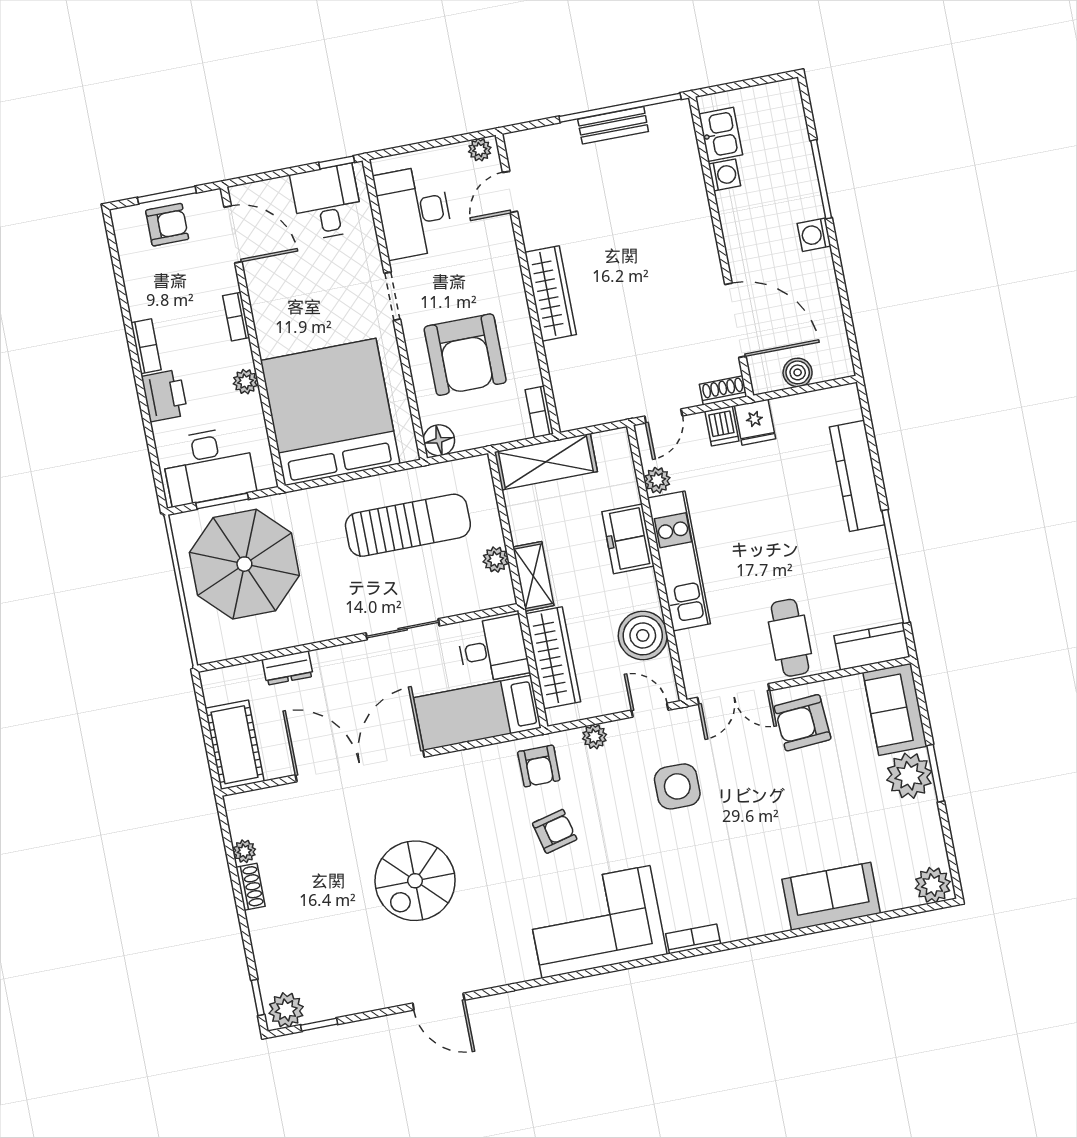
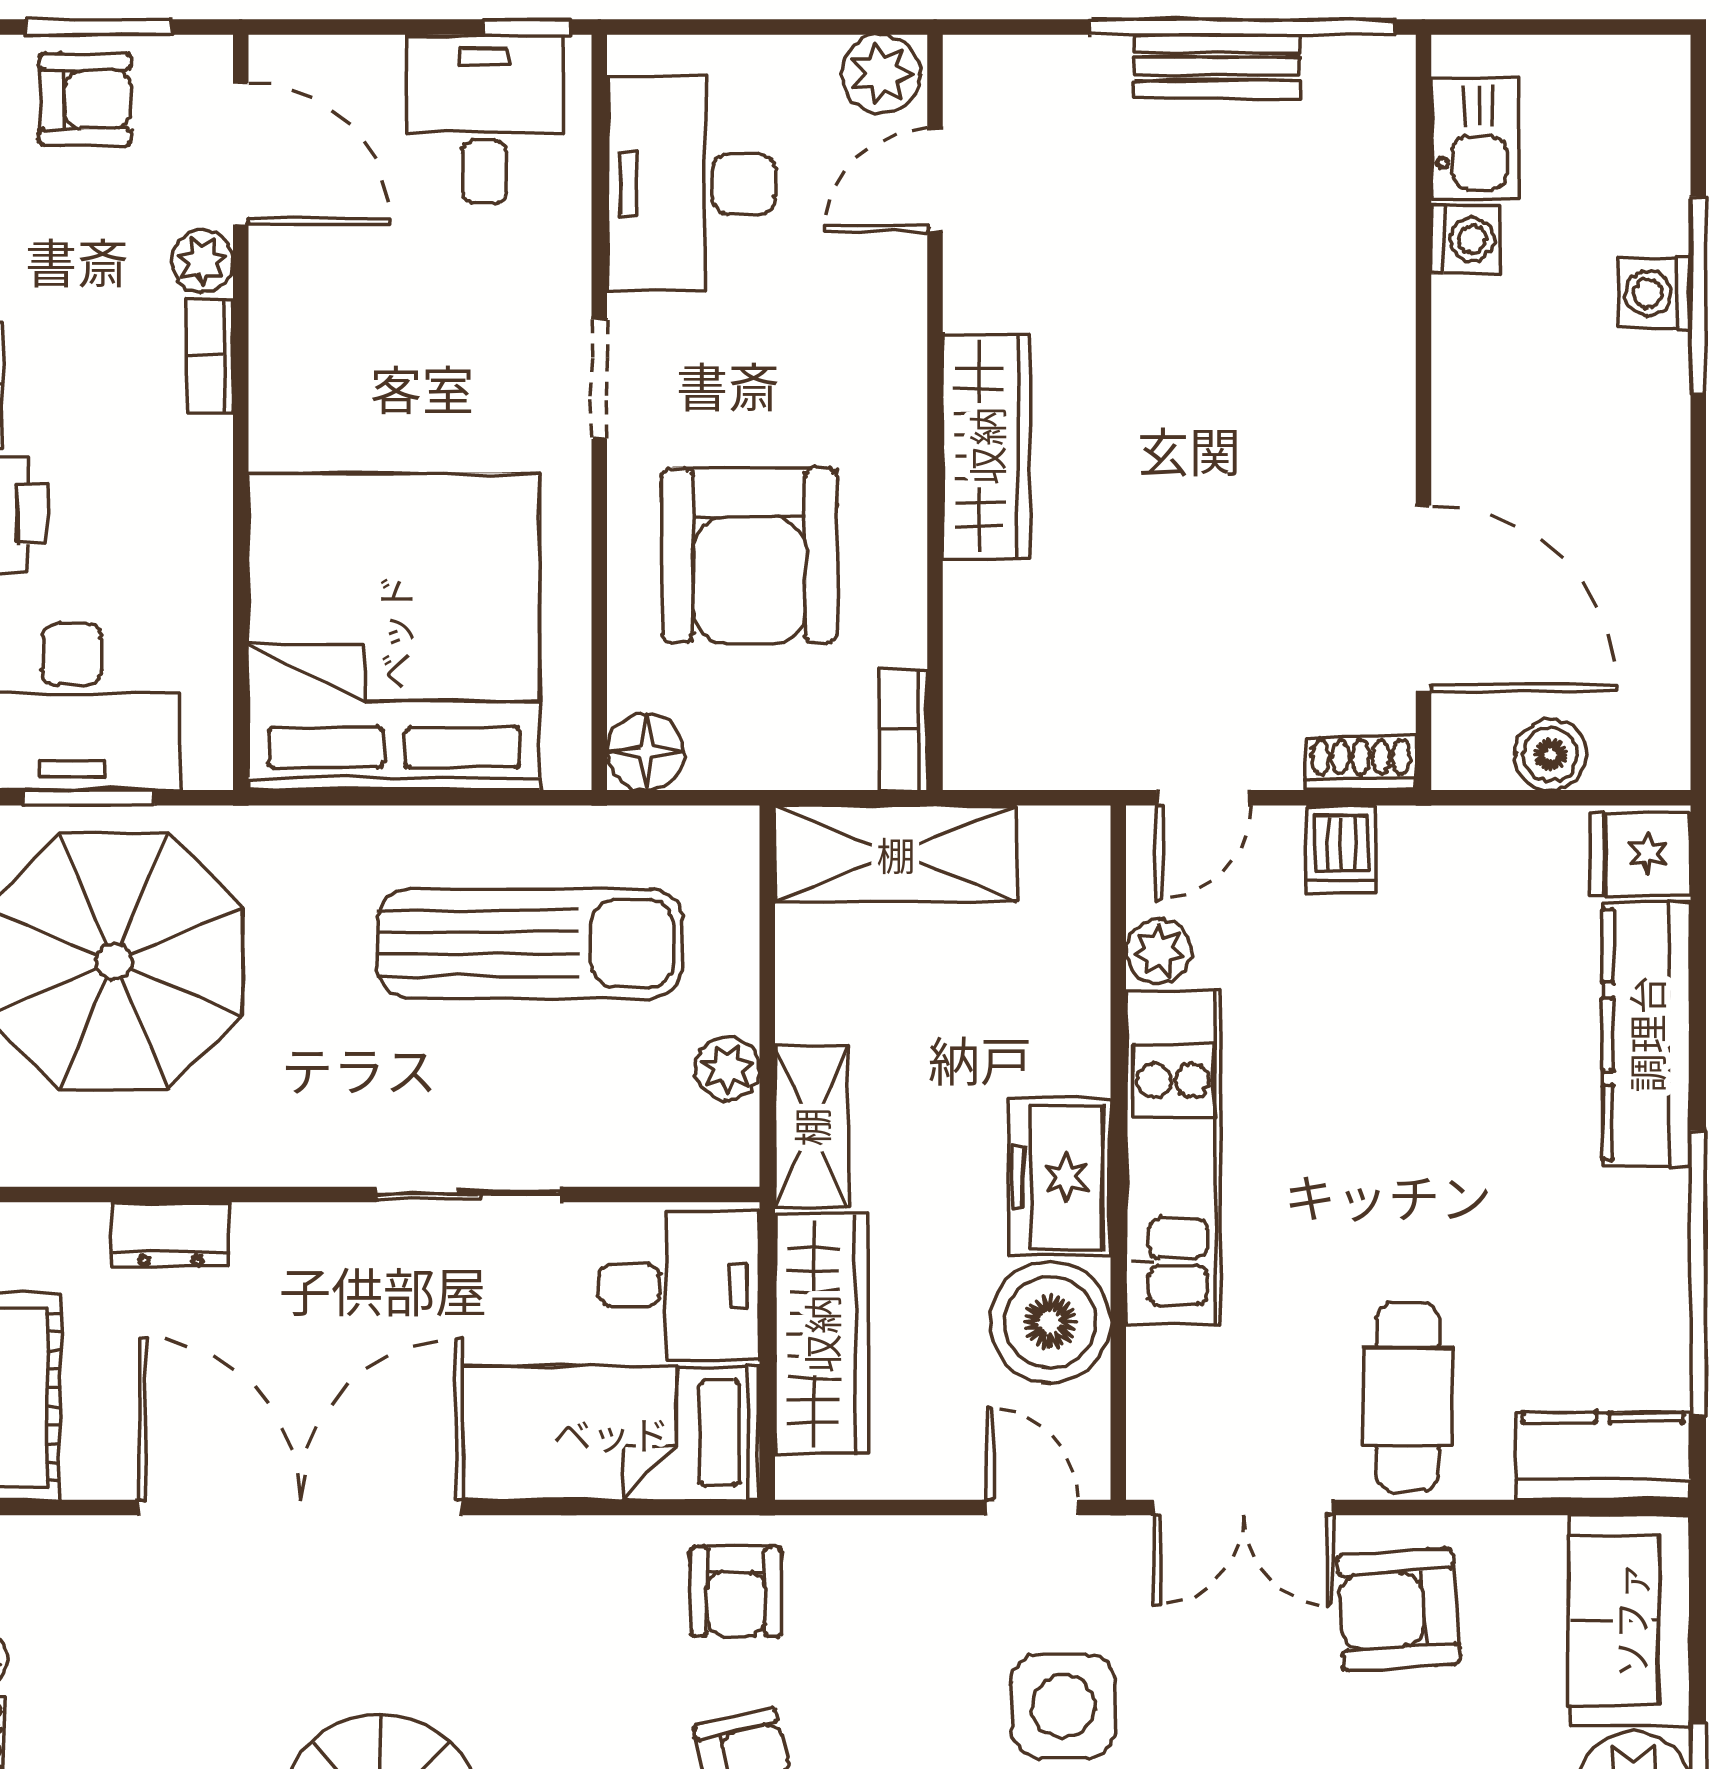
plant: (480, 150) -> (881, 74), width x1.38, depth x1.38
washing machine: (814, 235) -> (1655, 293), moved
plant: (245, 382) -> (202, 261), moved
fridge: (755, 422) -> (1640, 854), moved, turned 90
freezer: (628, 539) -> (1060, 1177), moved
plant: (594, 737) -> (885, 1546), removed

